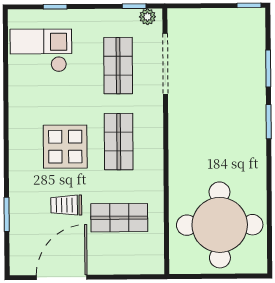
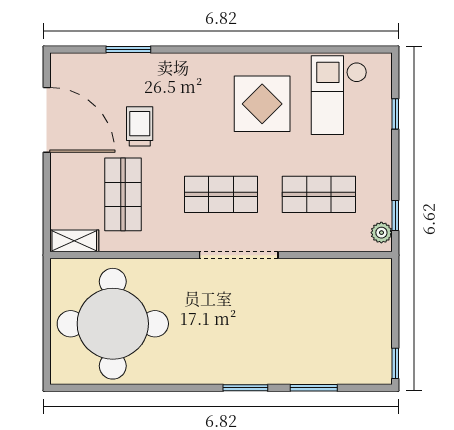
checkout: (41, 51) -> (339, 95), turned 180
doorway: (165, 64) -> (239, 255), moved
display table: (65, 147) -> (262, 104), moved
shelving: (156, 255) -> (74, 241), added

